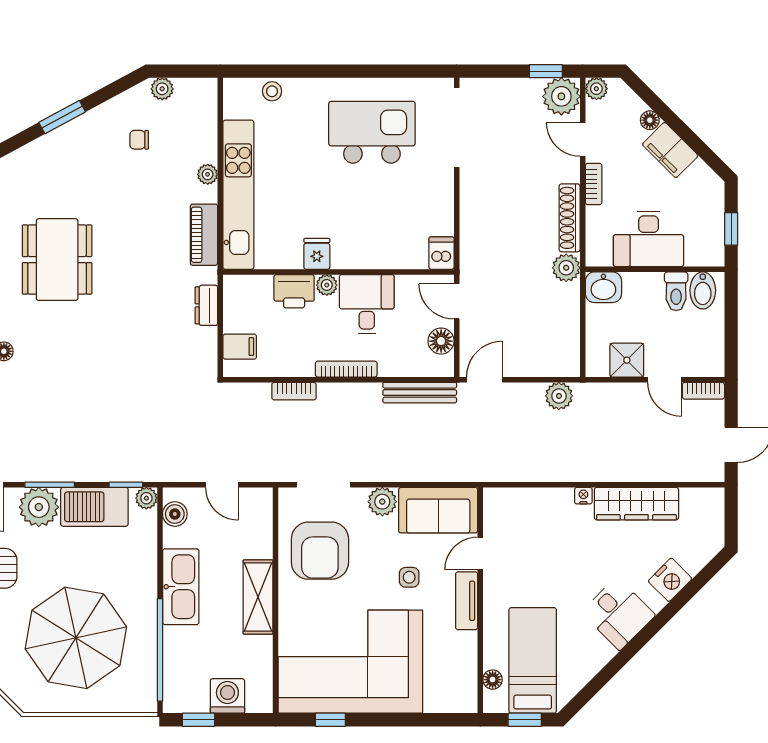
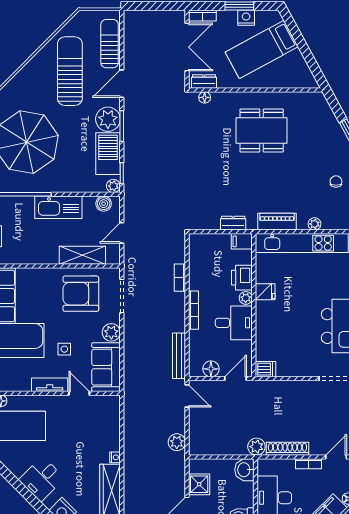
filing cabinet: (240, 347) -> (242, 241), moved, turned 90
shelving: (258, 597) -> (82, 255), moved

